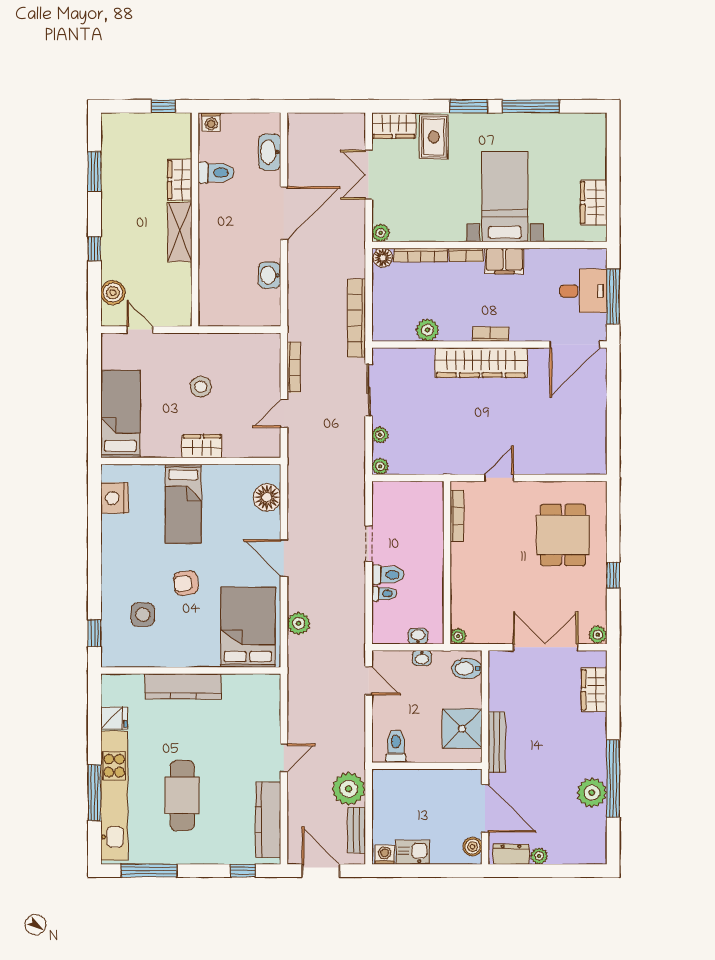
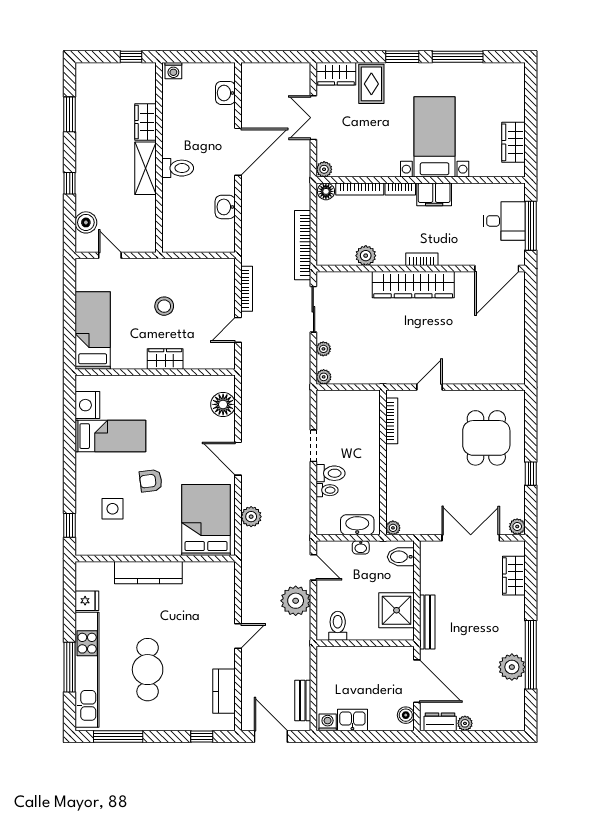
washbasin: (270, 152) -> (225, 93), width x0.72
toilet: (216, 173) -> (178, 168), moved
bed: (183, 504) -> (110, 436), moved, turned -90
washbasin: (418, 636) -> (357, 525), width x1.91, depth x1.45
plant: (349, 789) -> (296, 601), moved
kitchen counter: (268, 820) -> (224, 691), width x0.67

